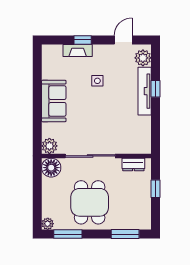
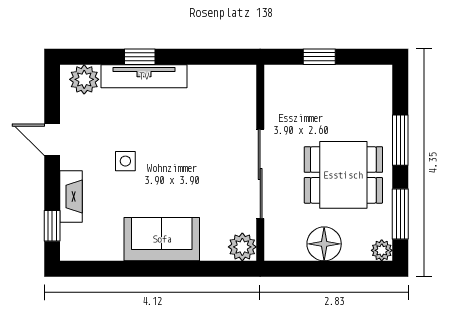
window: (83, 40) -> (52, 226), moved
door: (123, 40) -> (52, 140), moved
dresser: (133, 165) -> (276, 96), removed
floor lamp: (51, 168) -> (324, 244), moved
window: (125, 234) -> (400, 140), moved

